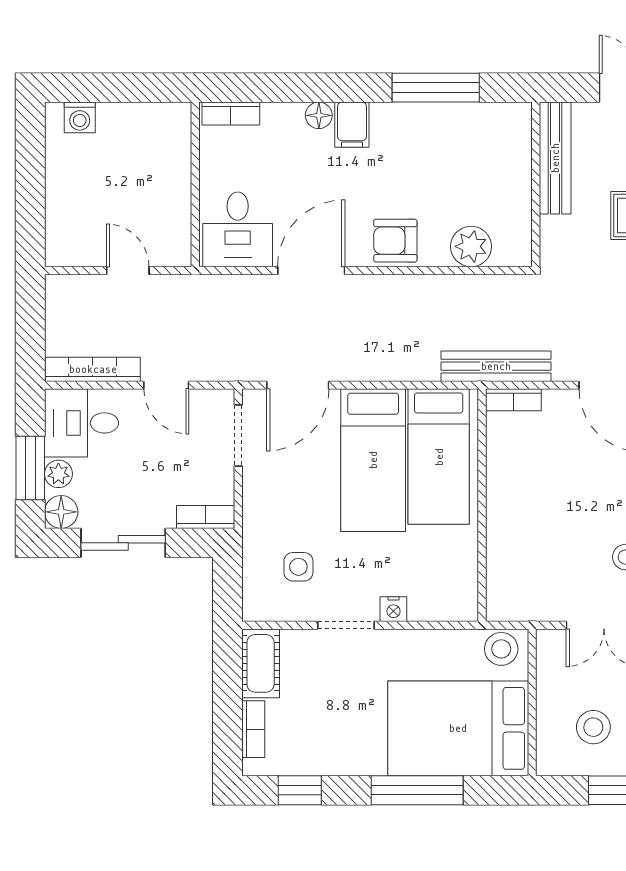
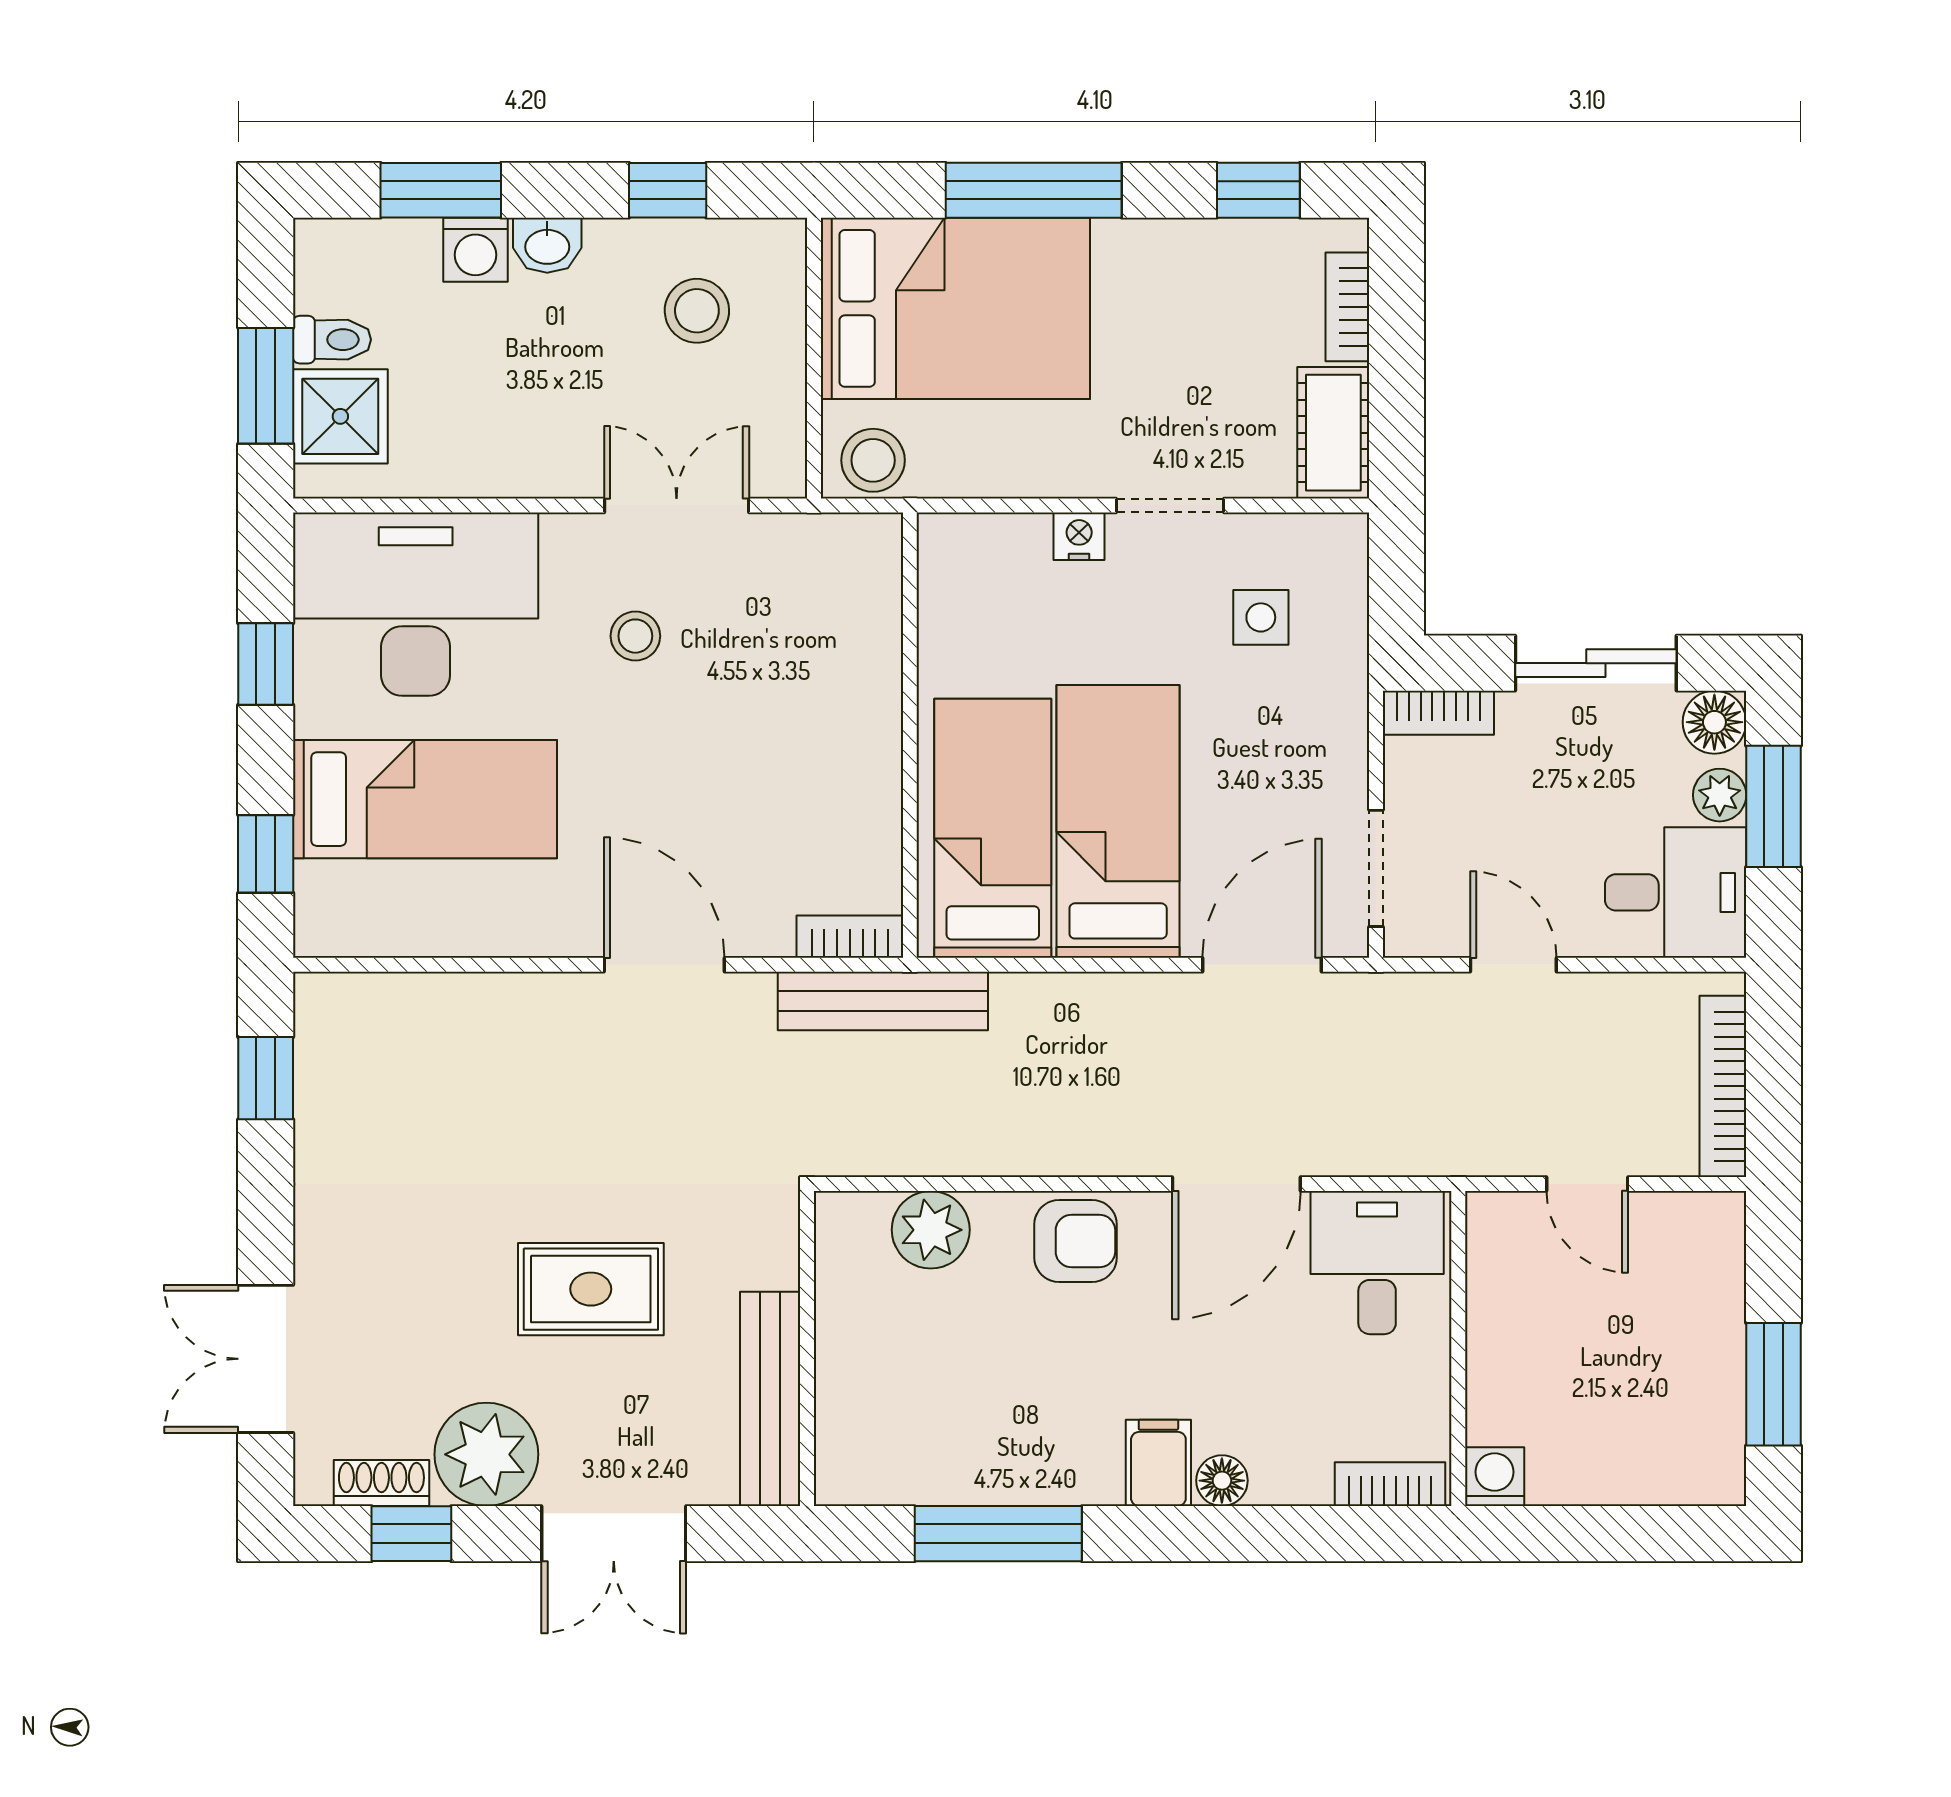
washing machine: (80, 117) -> (1495, 1477), moved
window: (30, 166) -> (1774, 1384), added
bookcase: (93, 369) -> (1723, 1086), moved, turned 90

